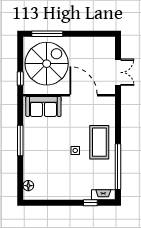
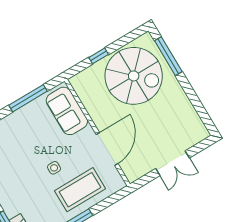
wall: (69, 95) -> (97, 133), moved
door: (84, 95) -> (107, 149), moved
sofa: (43, 106) -> (67, 111), moved

